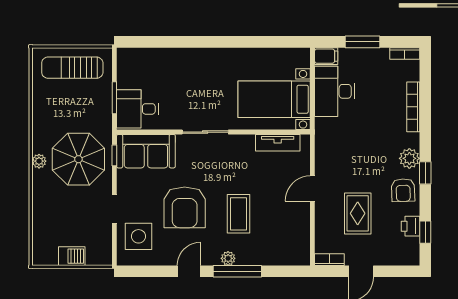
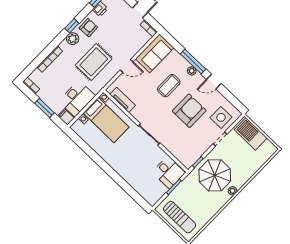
sofa: (146, 151) -> (155, 53), moved, turned 90
rug: (358, 213) -> (94, 62), moved, width x1.36, depth x1.43
barbecue: (72, 256) -> (251, 134), width x1.88, depth x1.53

